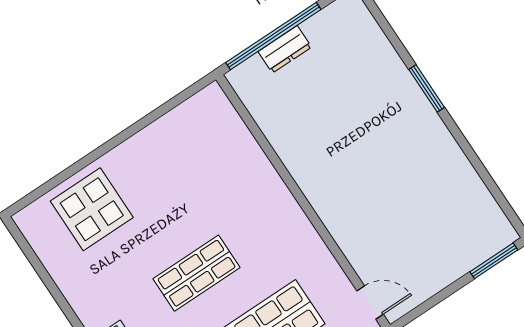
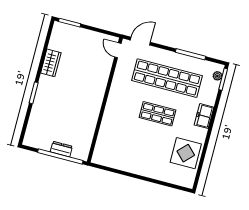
wardrobe: (452, 165) -> (51, 63), added
display table: (92, 209) -> (186, 153), moved

